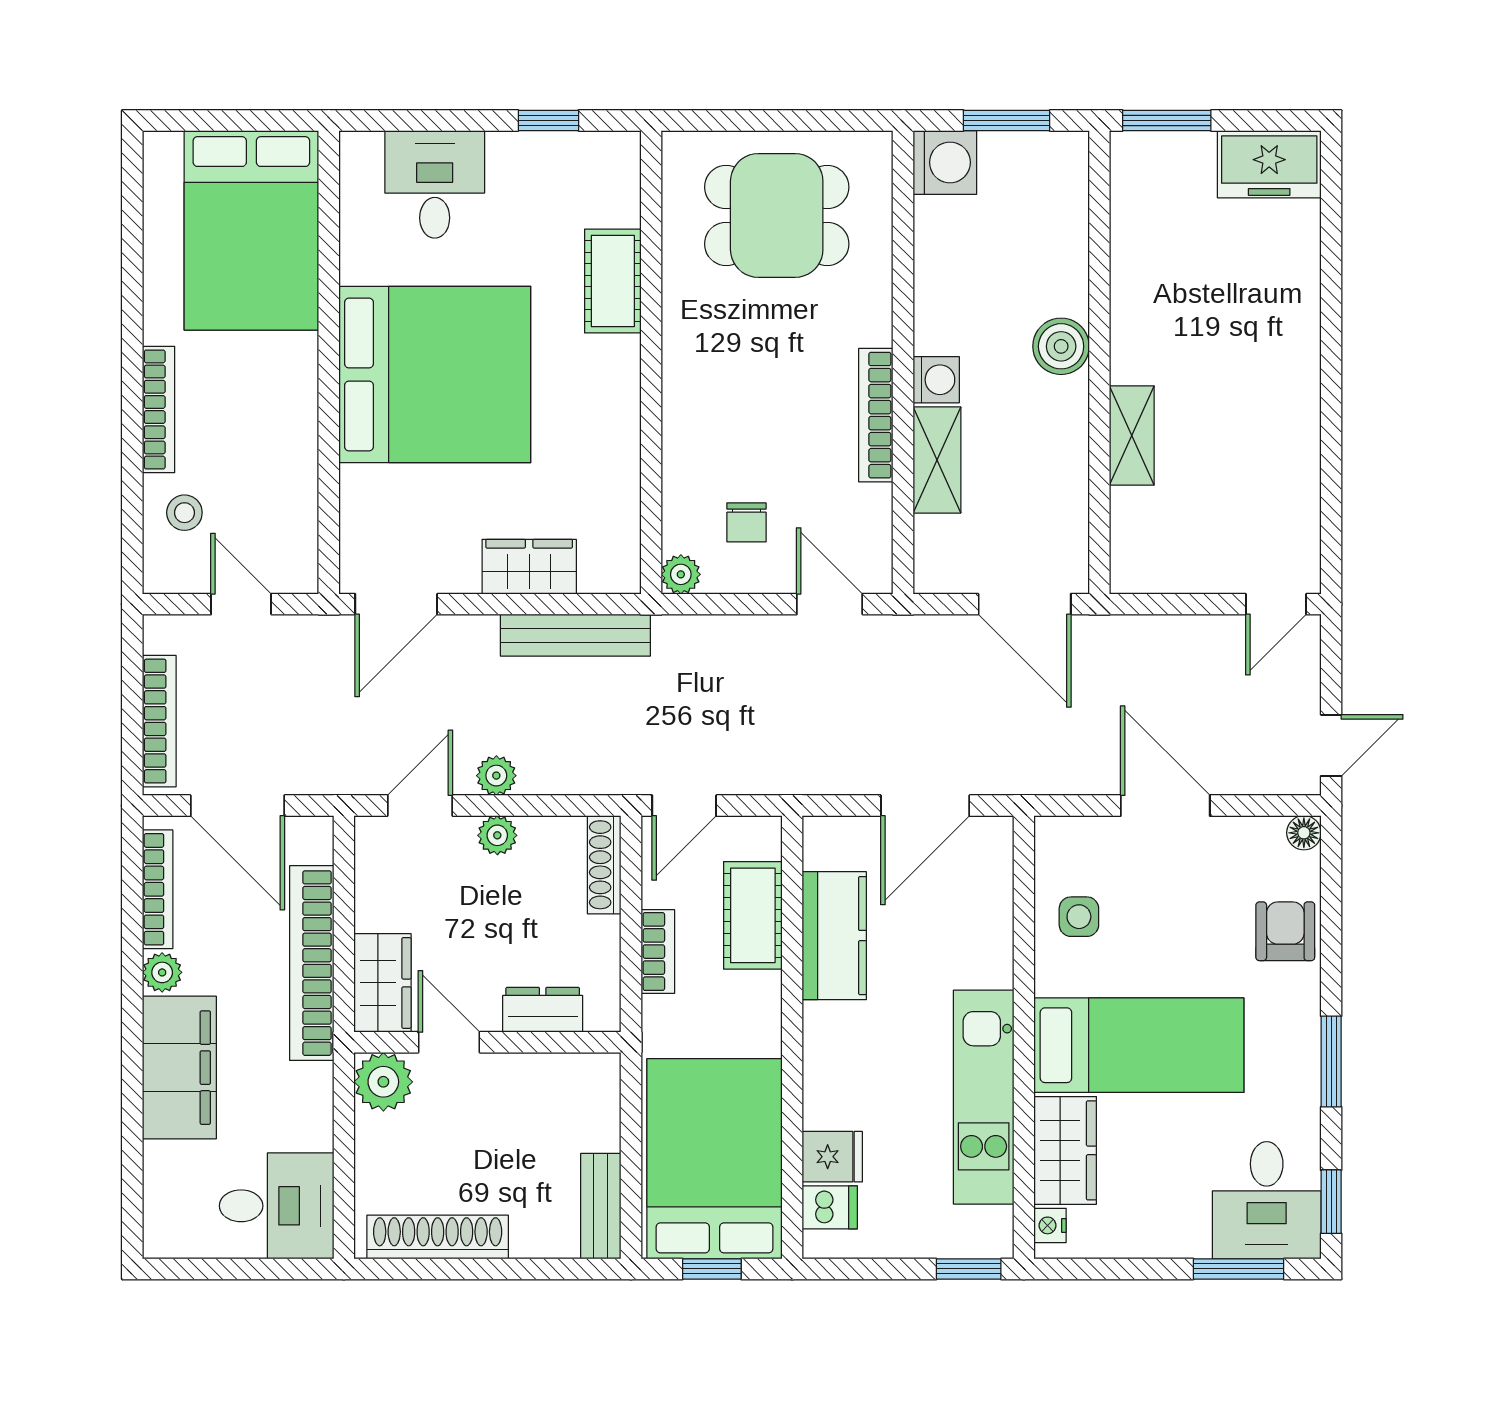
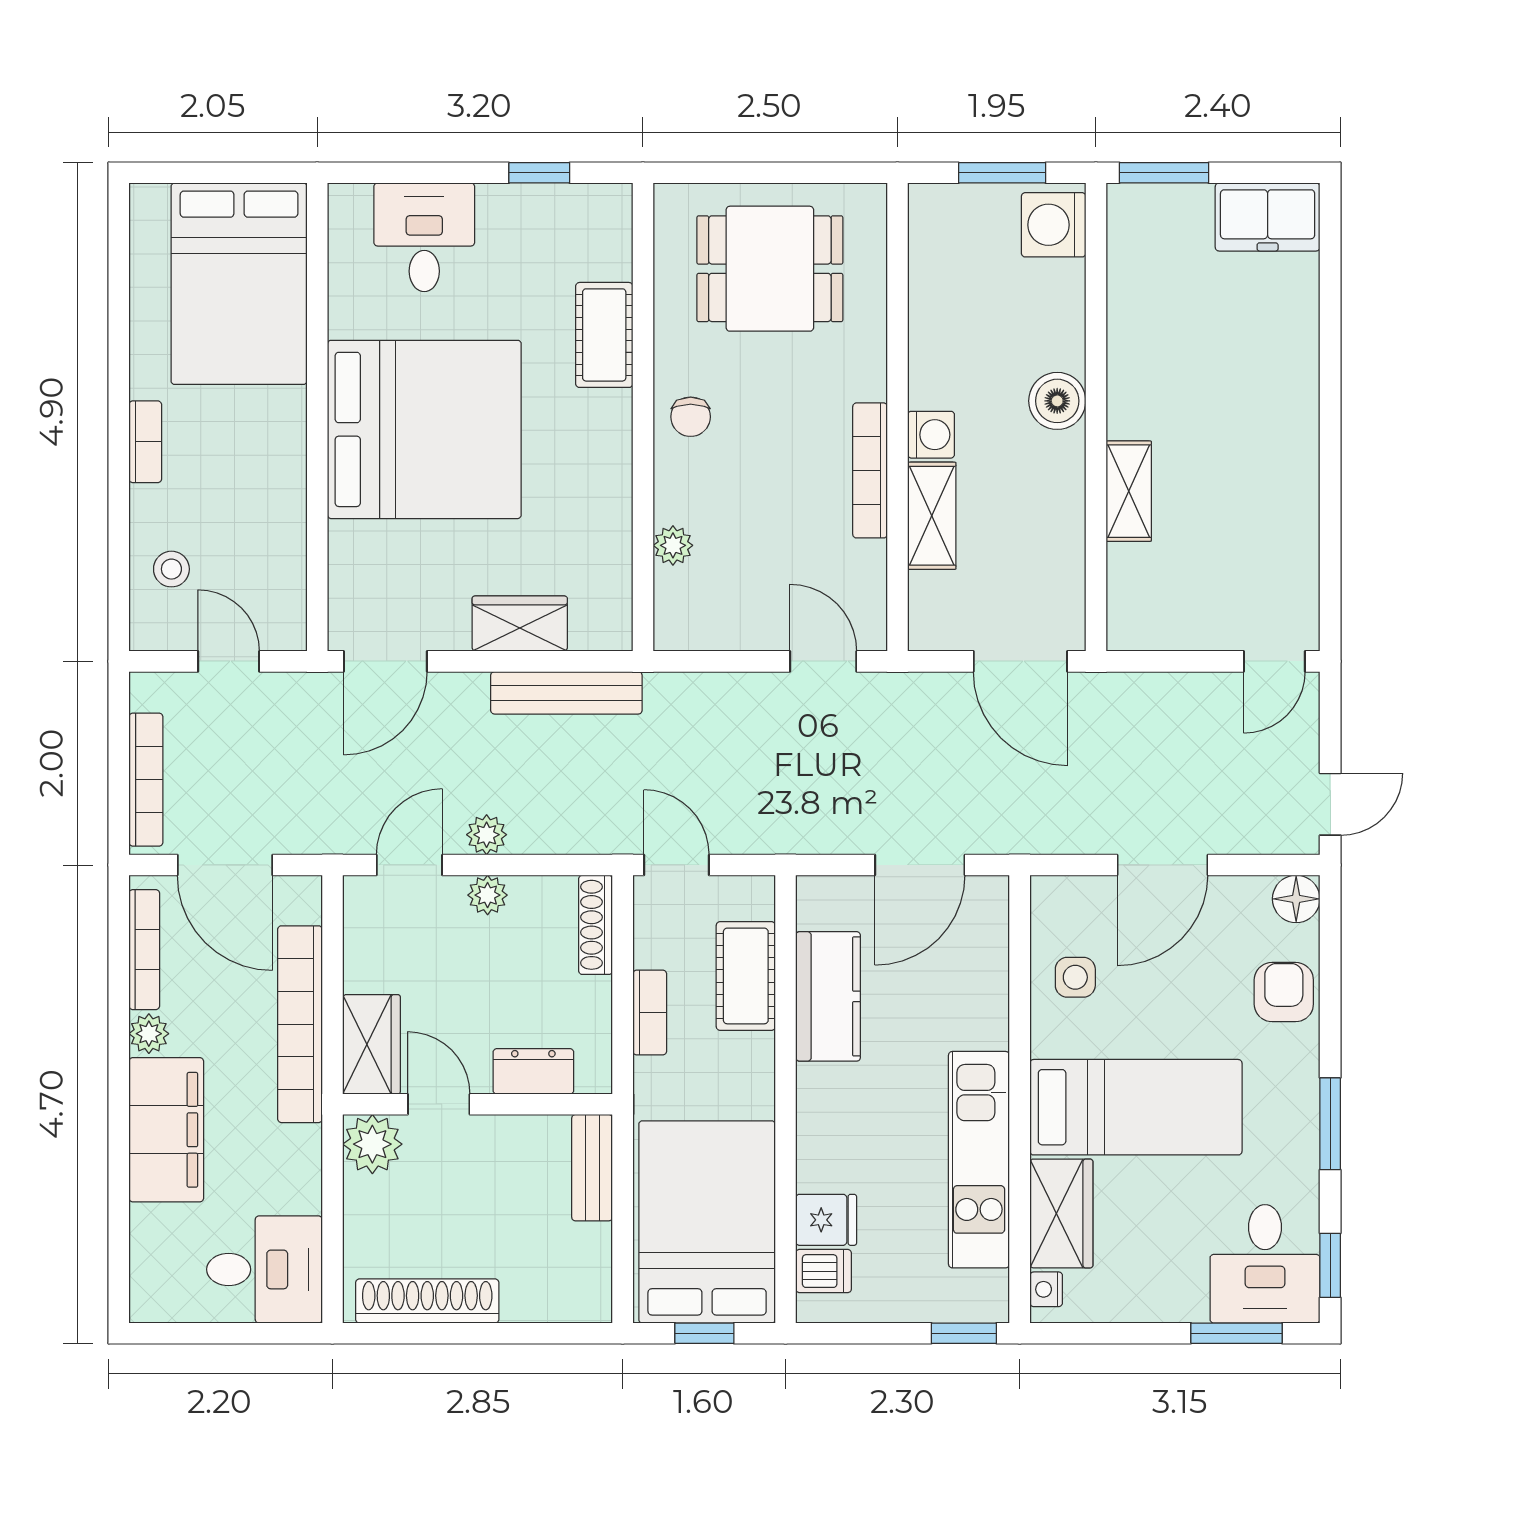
washing machine: (945, 162) -> (1054, 225), moved, turned 180
bookcase: (159, 409) -> (145, 442), width x0.64
chair: (746, 522) -> (691, 417), moved
plant: (681, 574) -> (673, 545), moved
door: (684, 806) -> (676, 865), swing flipped
door: (1165, 806) -> (1163, 865), swing flipped
floor lamp: (1304, 833) -> (1296, 899), width x1.37, depth x1.37
bench: (601, 1206) -> (592, 1168), moved

